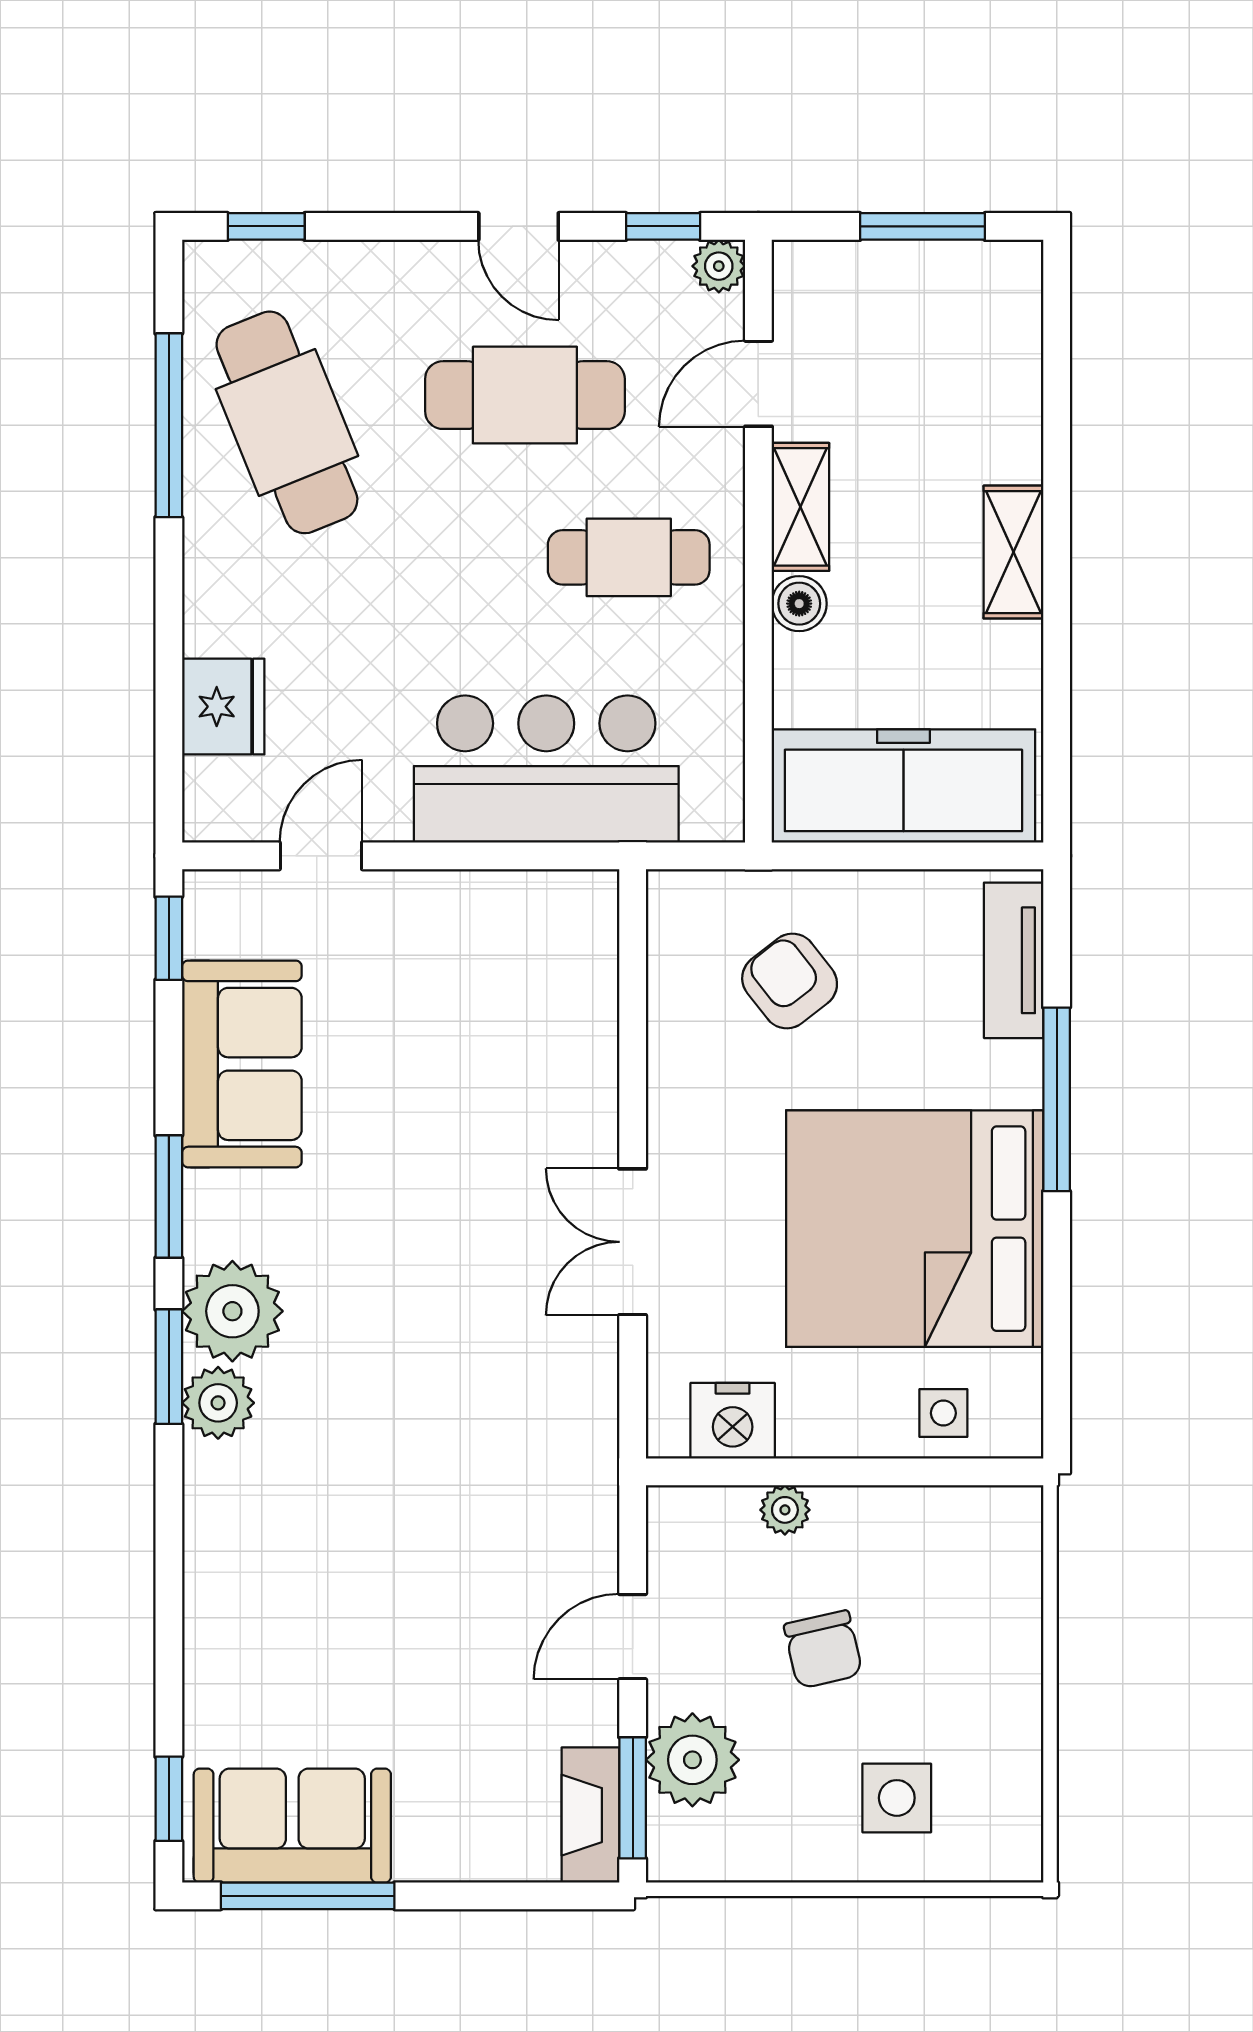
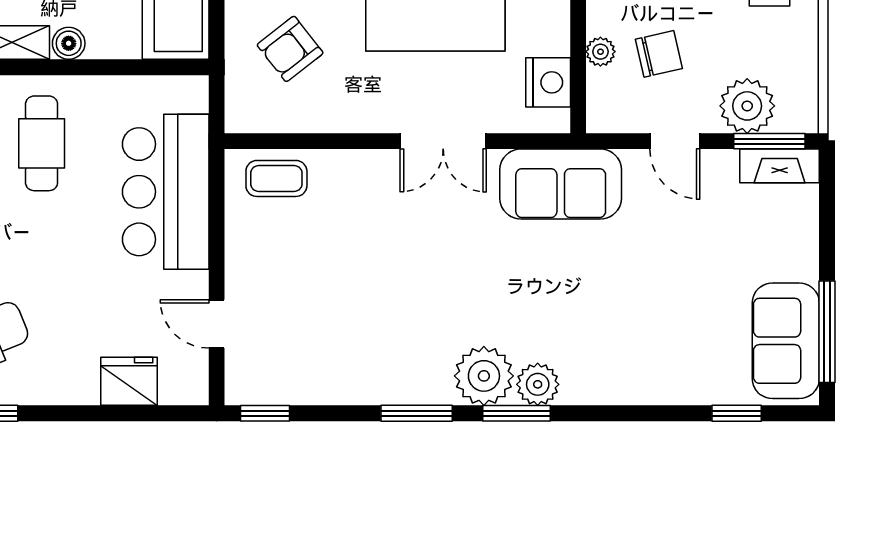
coffee table: (569, 958) -> (276, 178), added
sofa: (242, 1064) -> (561, 184), moved, turned 180
chair: (823, 1649) -> (659, 54), moved
window: (169, 1799) -> (737, 413), moved

